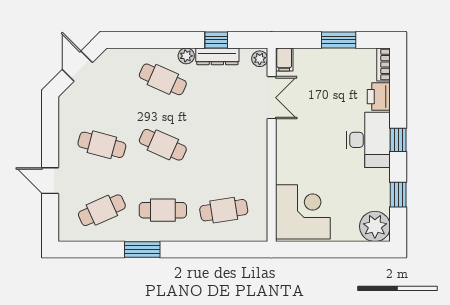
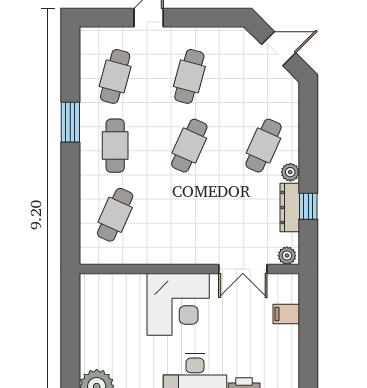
window: (339, 40) -> (308, 345), removed
filing cabinet: (284, 59) -> (286, 314), moved
cafe table: (102, 210) -> (115, 76), turned 39
cafe table: (224, 210) -> (115, 215), turned 33
corner desk: (303, 212) -> (178, 304), moved

